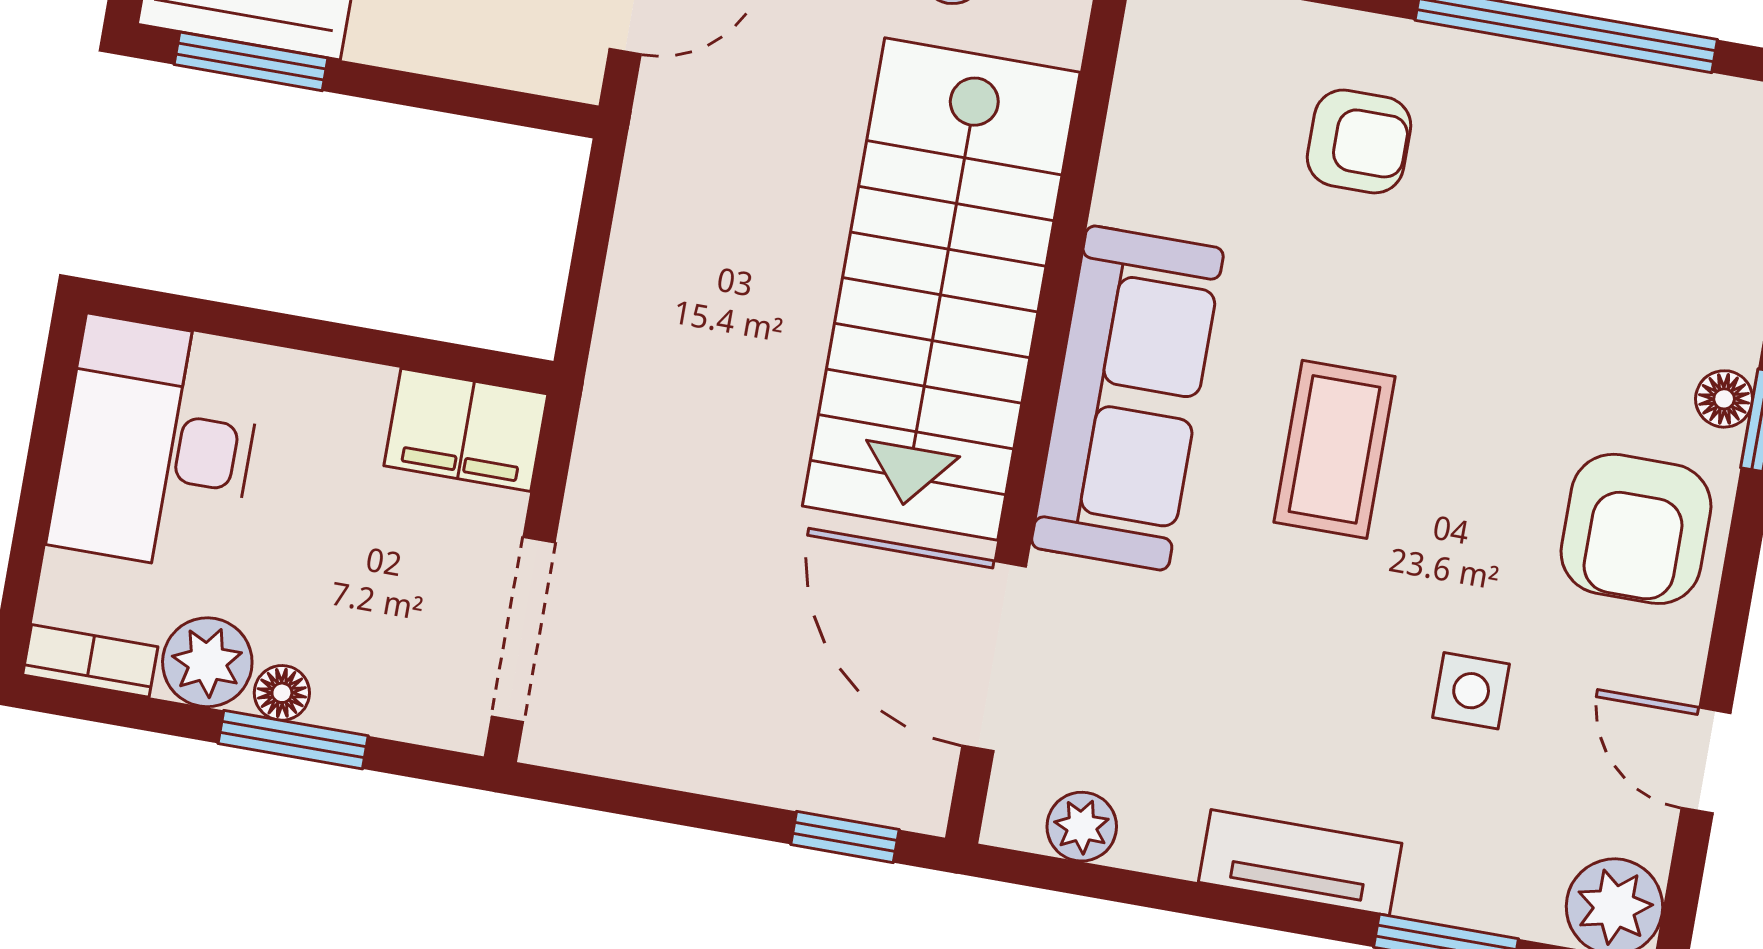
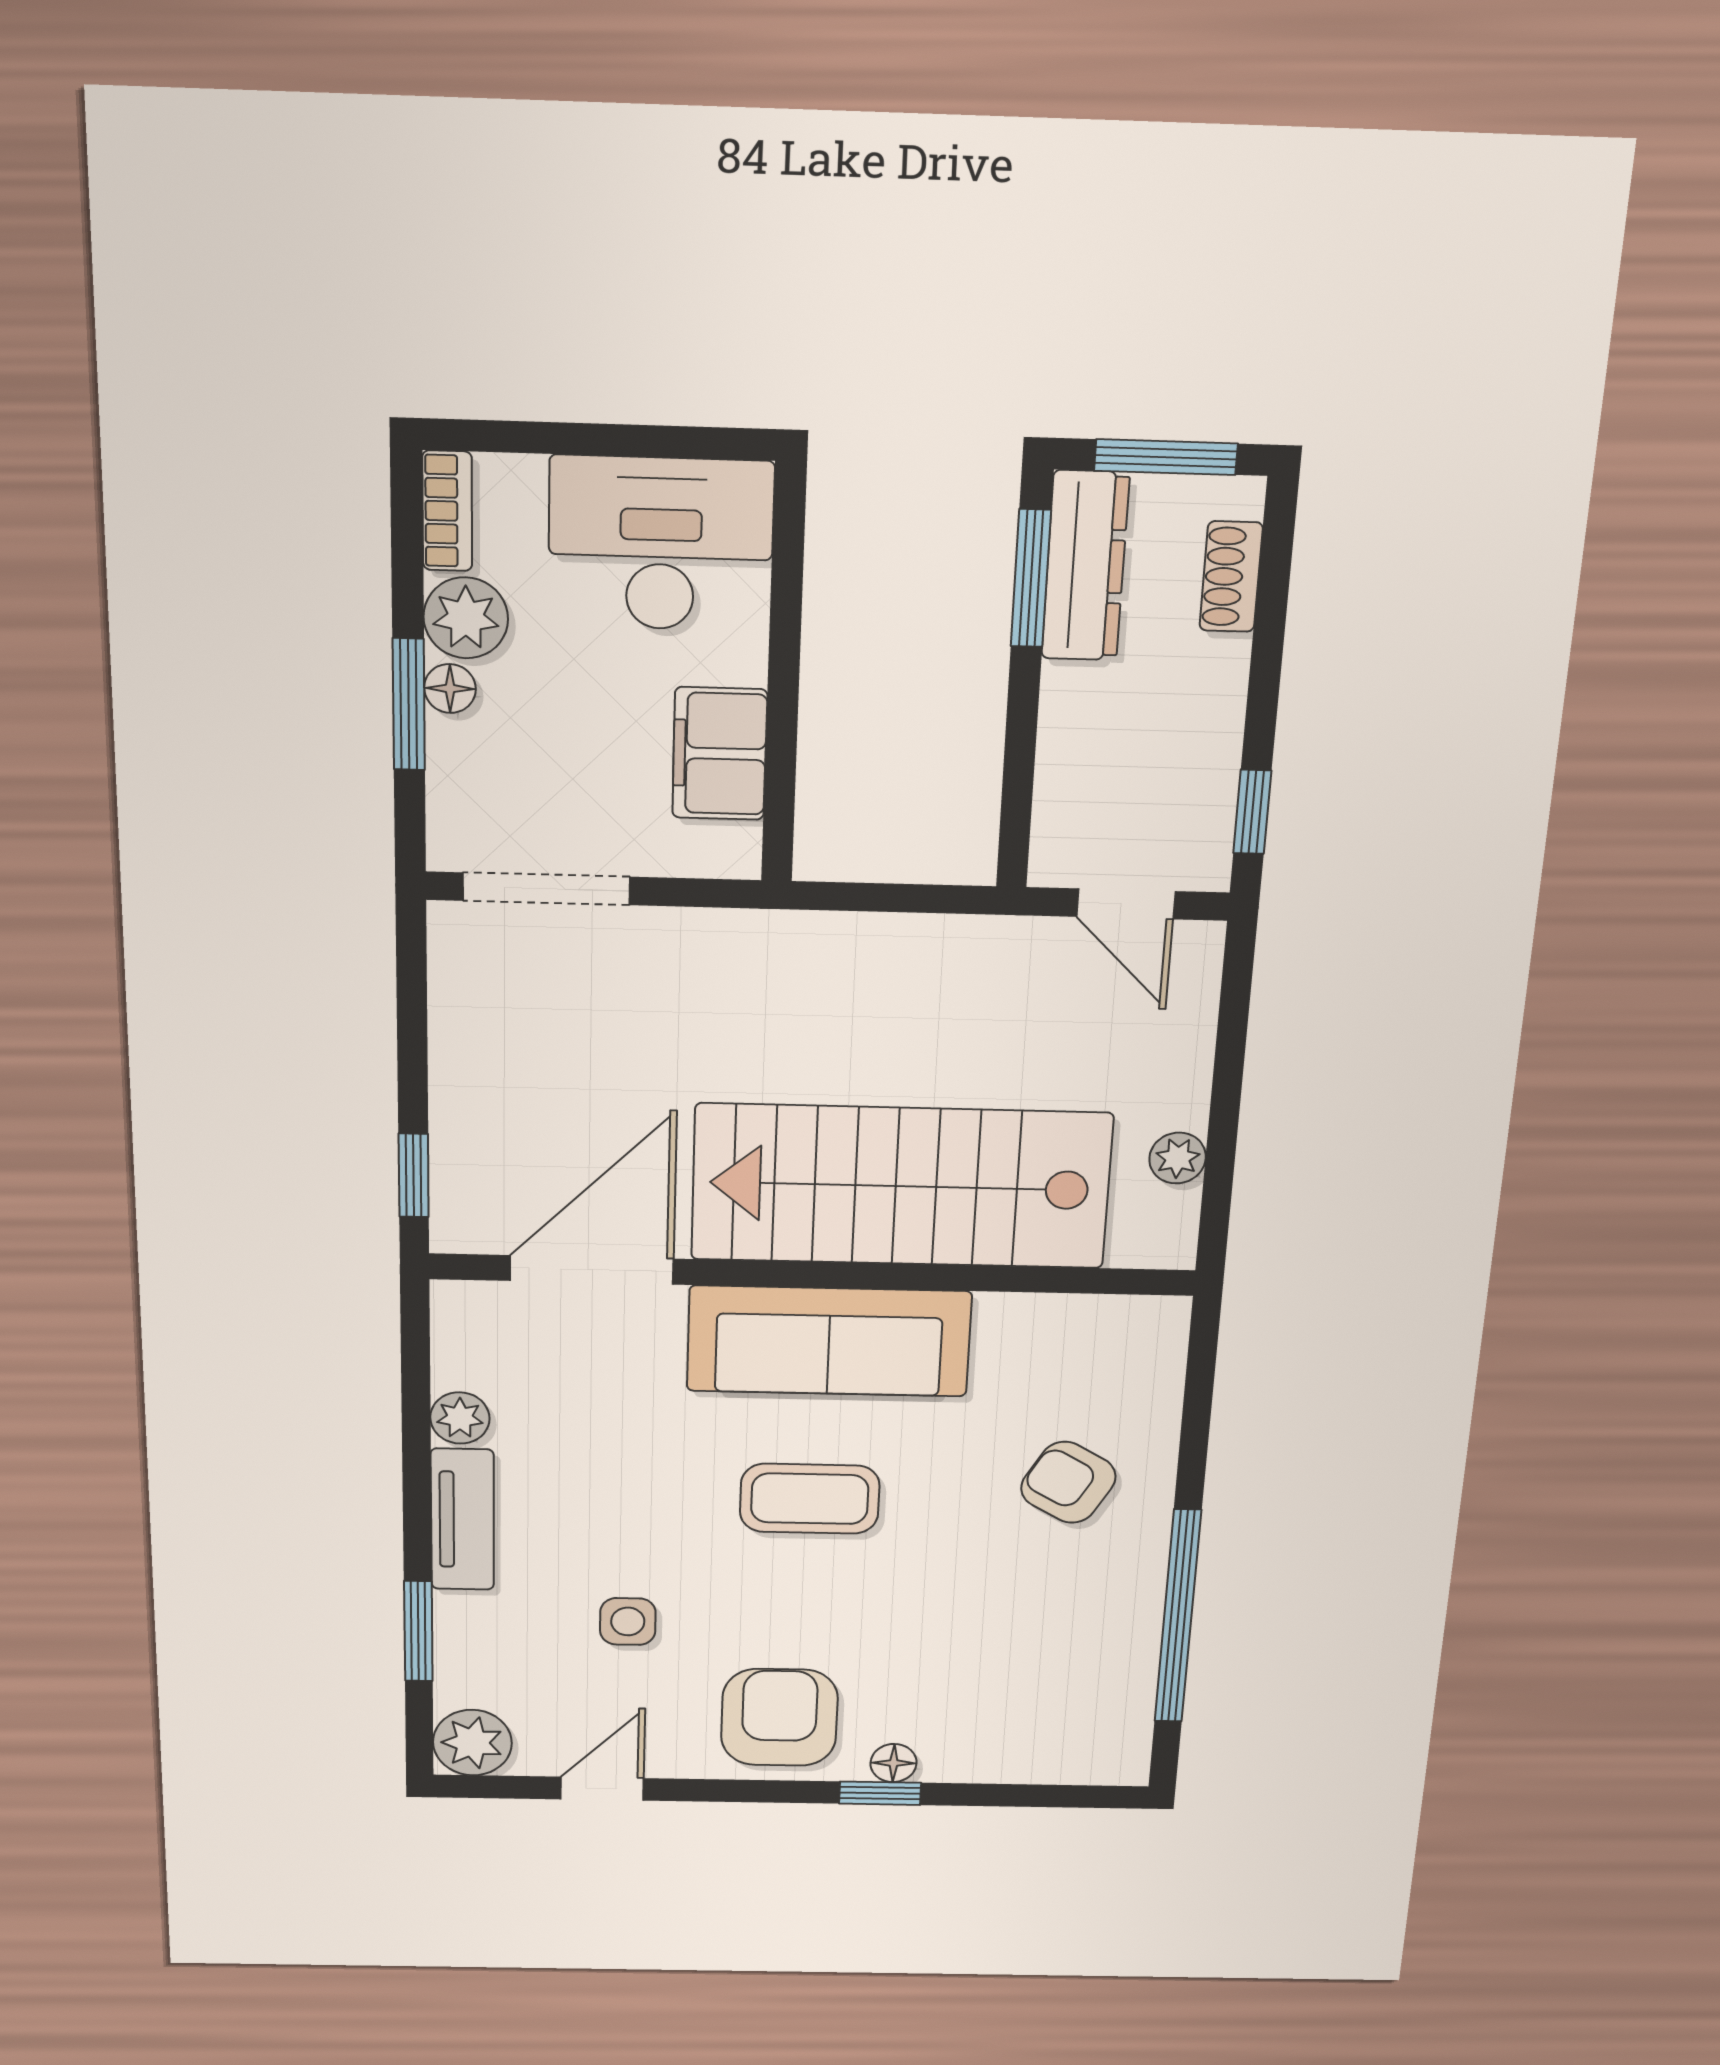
armchair: (1359, 141) -> (1068, 1482), turned 120
filing cabinet: (466, 430) -> (720, 754), moved
armchair: (1636, 529) -> (779, 1717), turned 90
plant: (1082, 827) -> (460, 1418), moved

